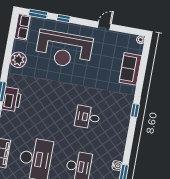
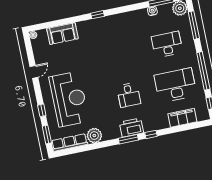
door: (104, 26) -> (34, 72), swing flipped
row of seats: (22, 27) -> (69, 142), width x1.48
desk: (87, 117) -> (129, 95), moved

